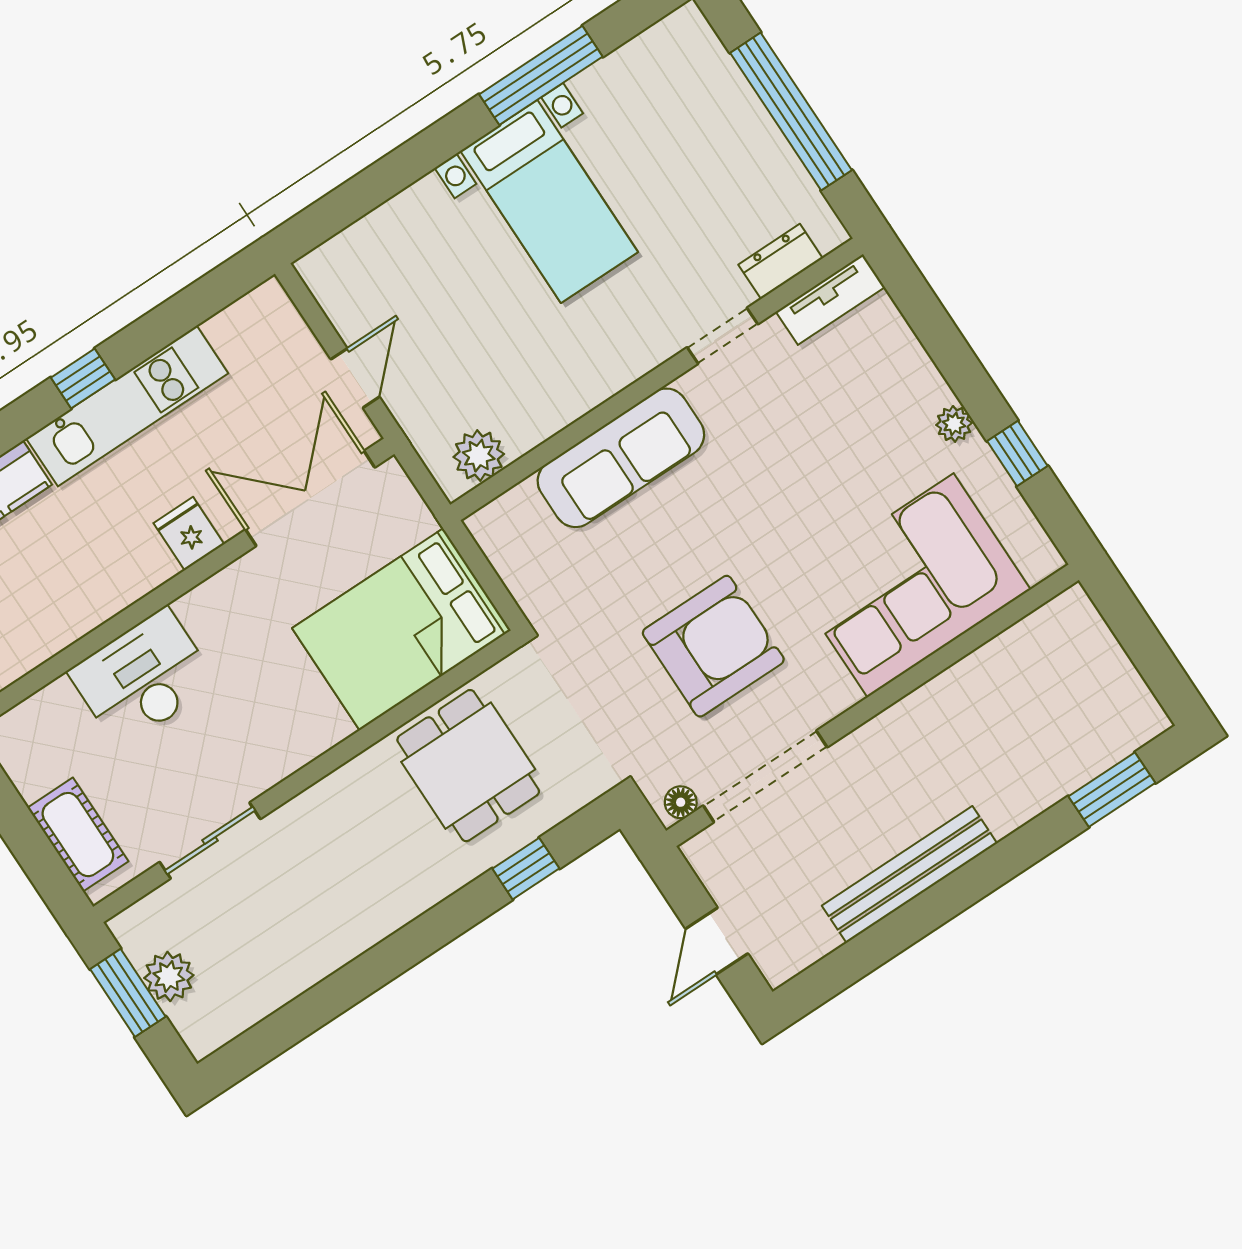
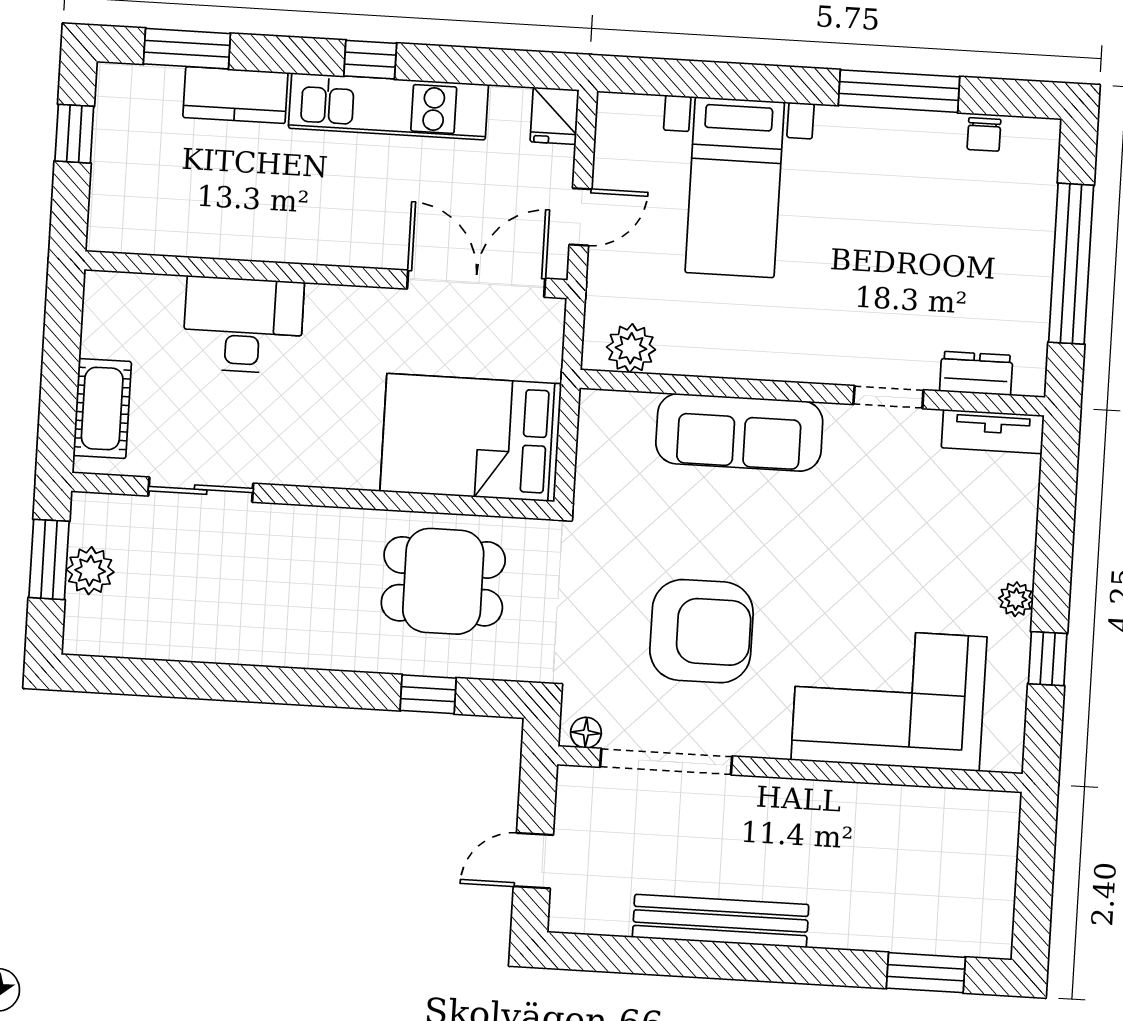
chair: (638, 59) -> (984, 134), added
bed with nightstands: (549, 201) -> (735, 187), moved
fridge: (189, 534) -> (555, 116), moved, turned 180
dining table: (468, 766) -> (443, 581), turned 90

